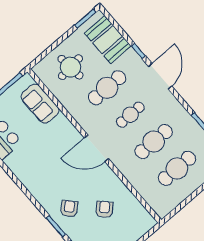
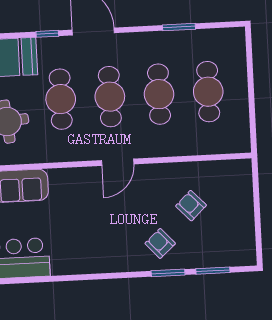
cafe table: (130, 115) -> (110, 97), width x1.37, depth x1.35
door: (96, 148) -> (118, 162), width x0.73

